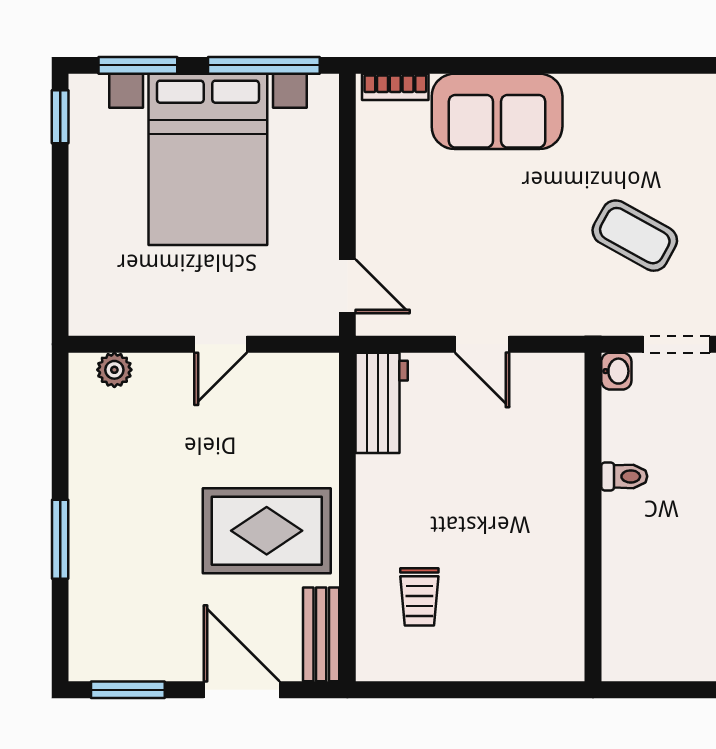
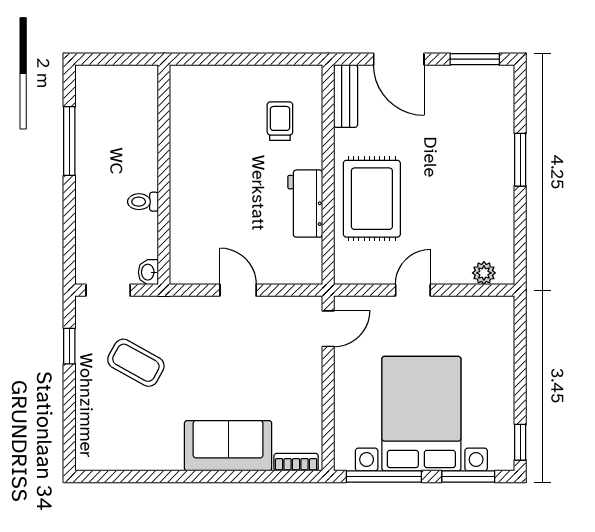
door: (347, 286) -> (328, 329), swing flipped
workbench: (382, 403) -> (305, 204), moved
rug: (267, 531) -> (372, 199), moved, turned 90

